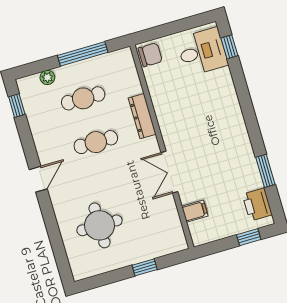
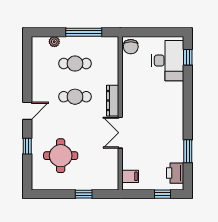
desk: (202, 52) -> (168, 61), width x1.37
chair: (150, 55) -> (131, 47), turned 90
window: (17, 106) -> (27, 146), moved
dresser: (142, 116) -> (113, 101), moved
filing cabinet: (195, 211) -> (130, 176), moved

